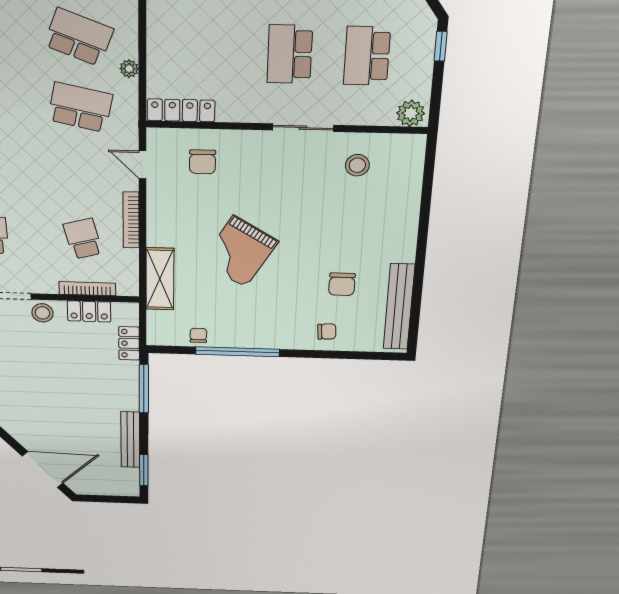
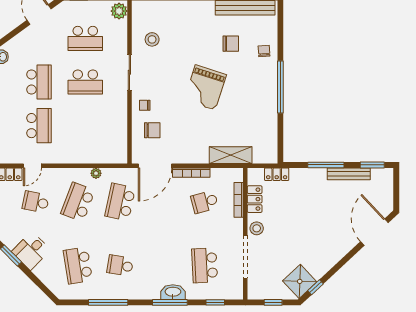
locker: (181, 110) -> (121, 143), removed
door: (142, 165) -> (155, 166), width x1.87
grand piano: (239, 252) -> (205, 87), moved, turned 77
chair: (198, 335) -> (145, 105), moved
window: (238, 352) -> (280, 87), moved
window: (144, 389) -> (326, 165), moved

